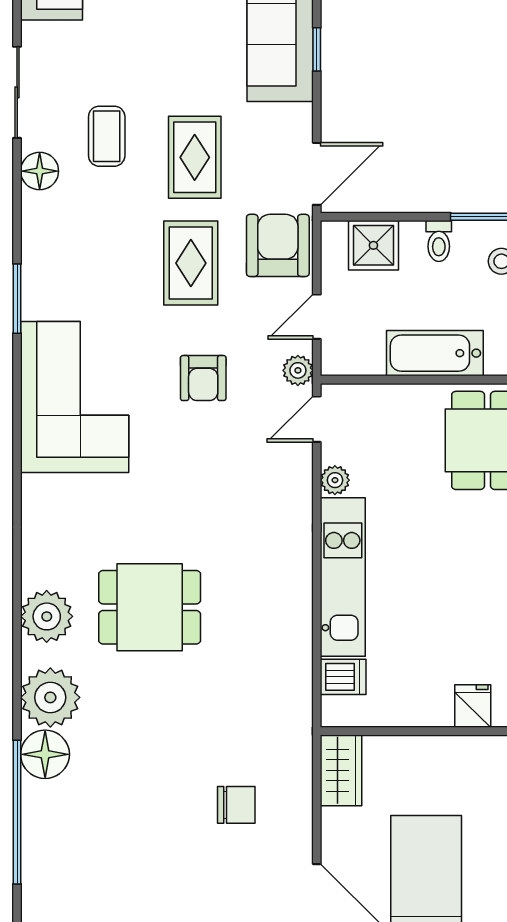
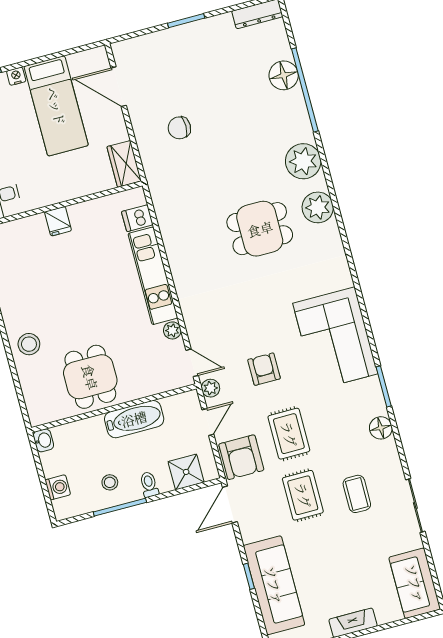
floor lamp: (40, 171) -> (381, 428), moved
door: (317, 419) -> (192, 363), hinge flipped
floor lamp: (45, 754) -> (284, 75), moved

